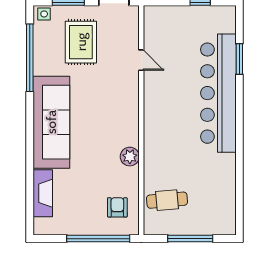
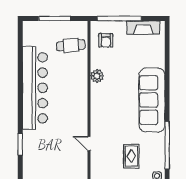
rug: (81, 42) -> (131, 156), width x0.73, depth x0.70
bar counter: (218, 93) -> (35, 88), moved
fireplace: (43, 193) -> (143, 28), moved, turned -90

